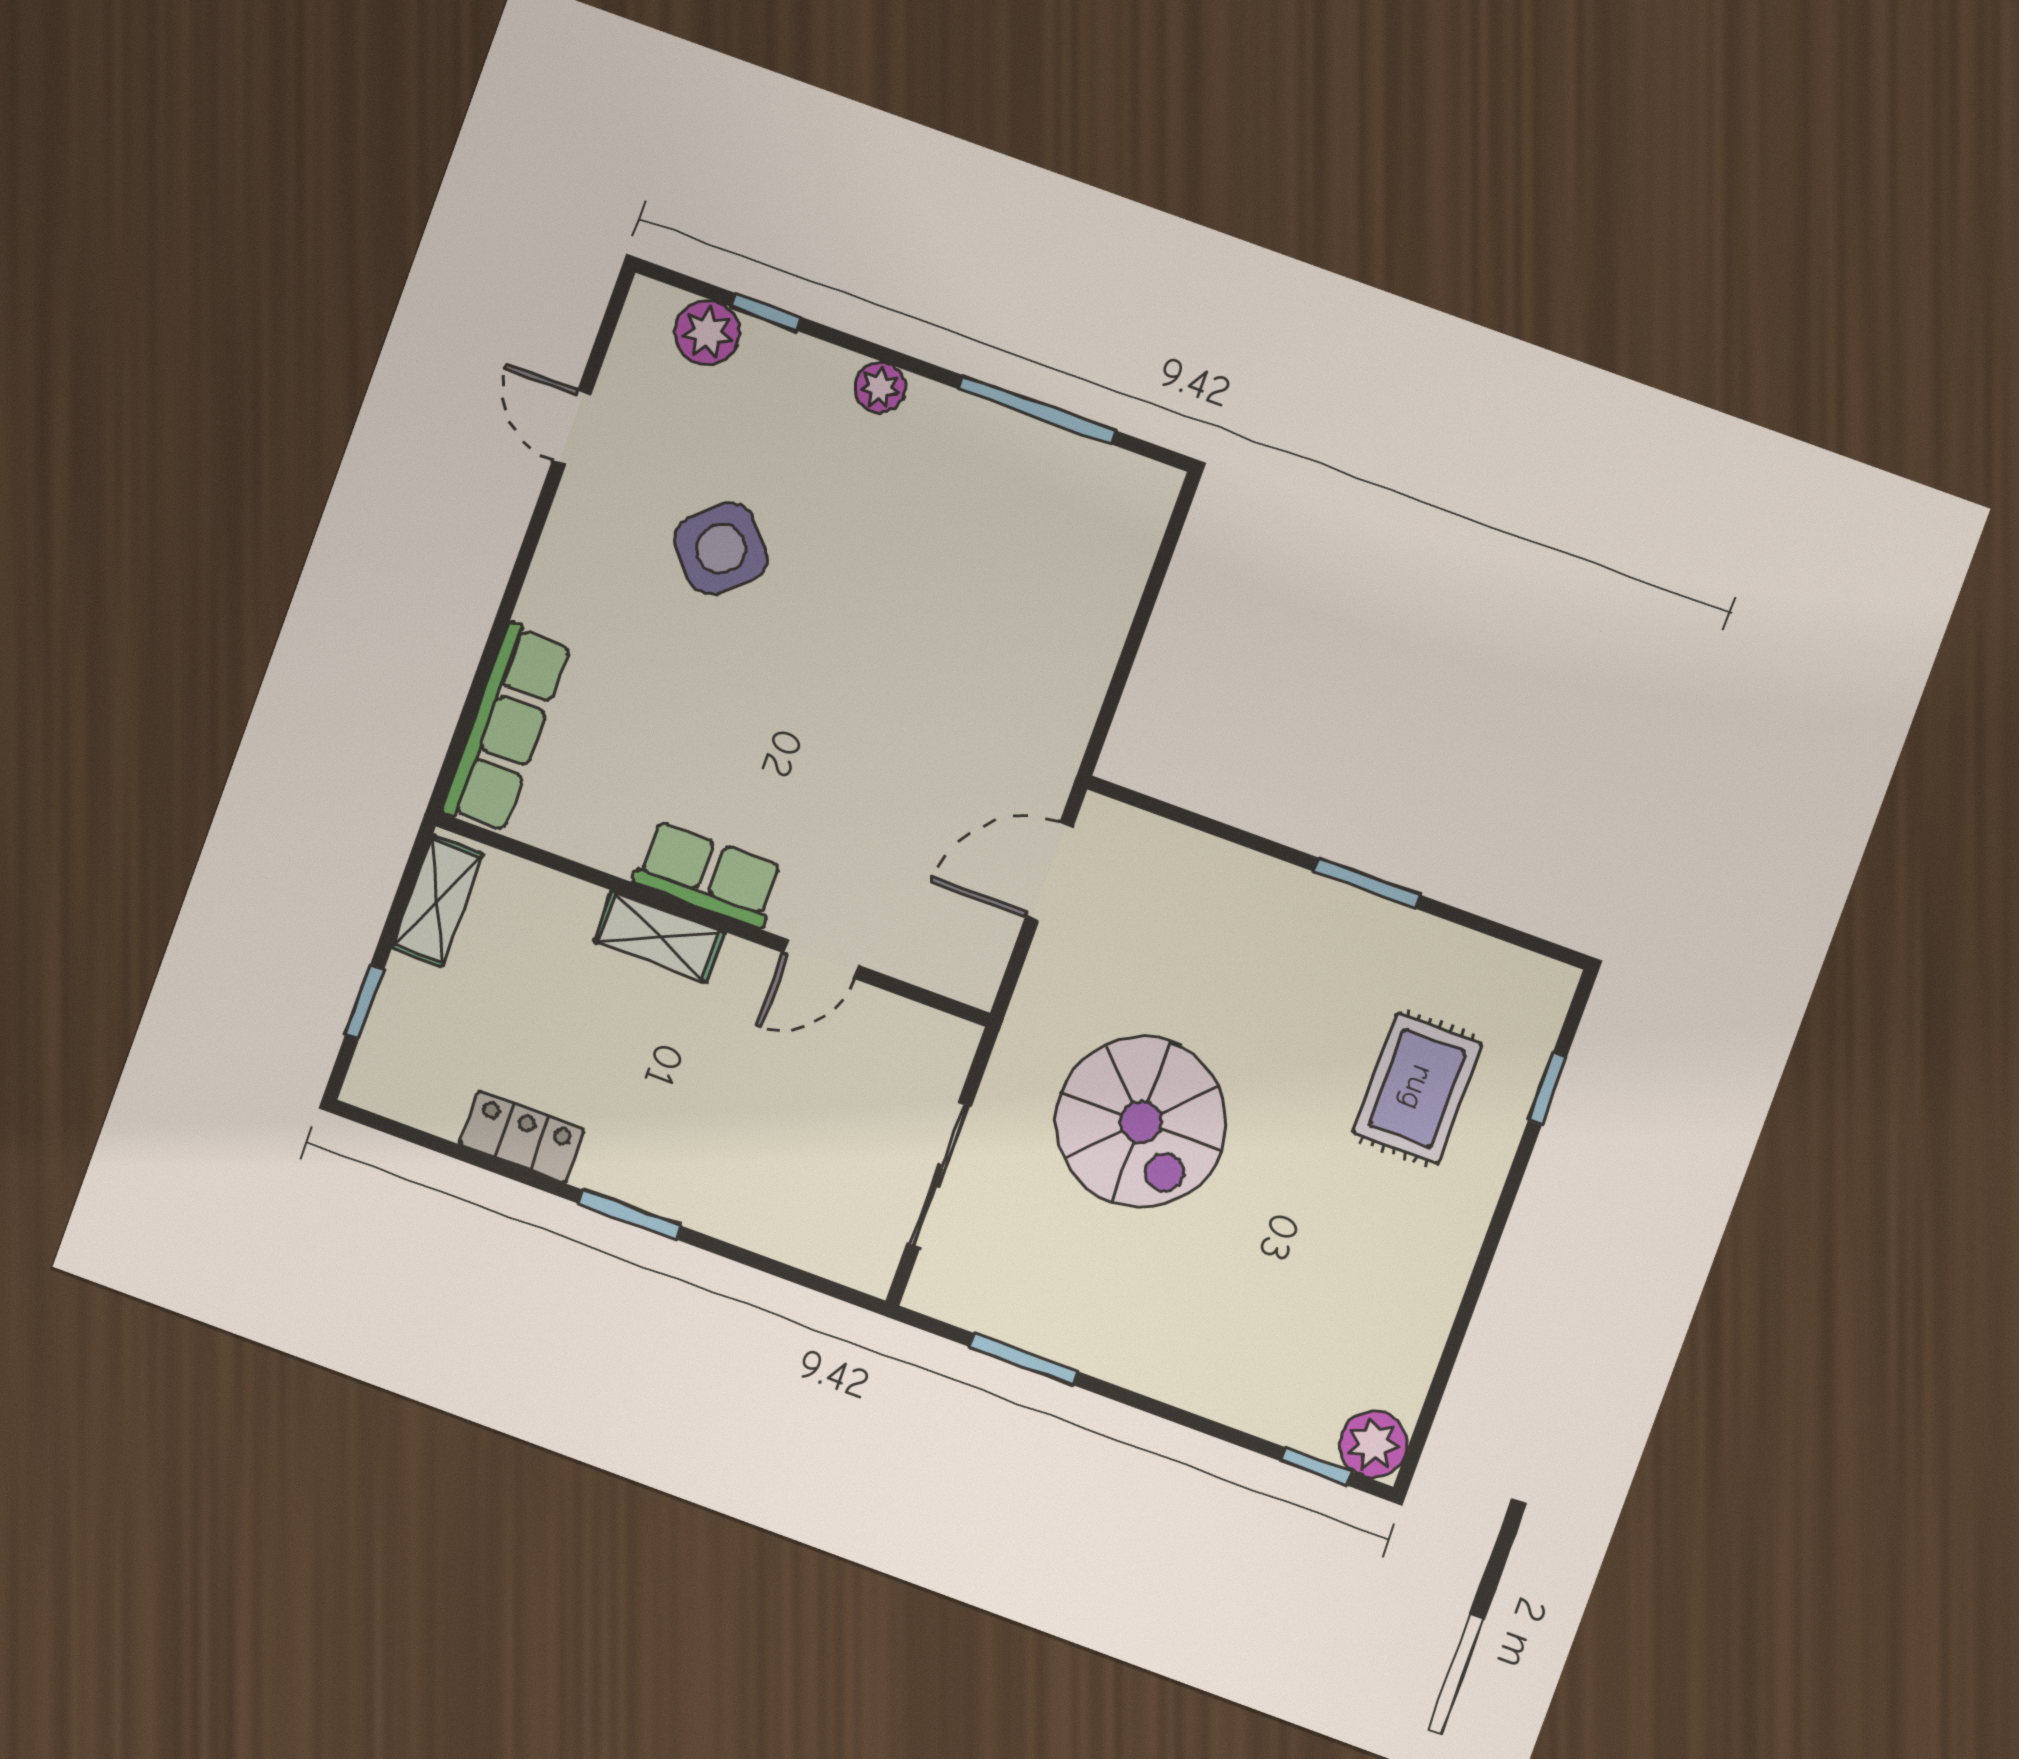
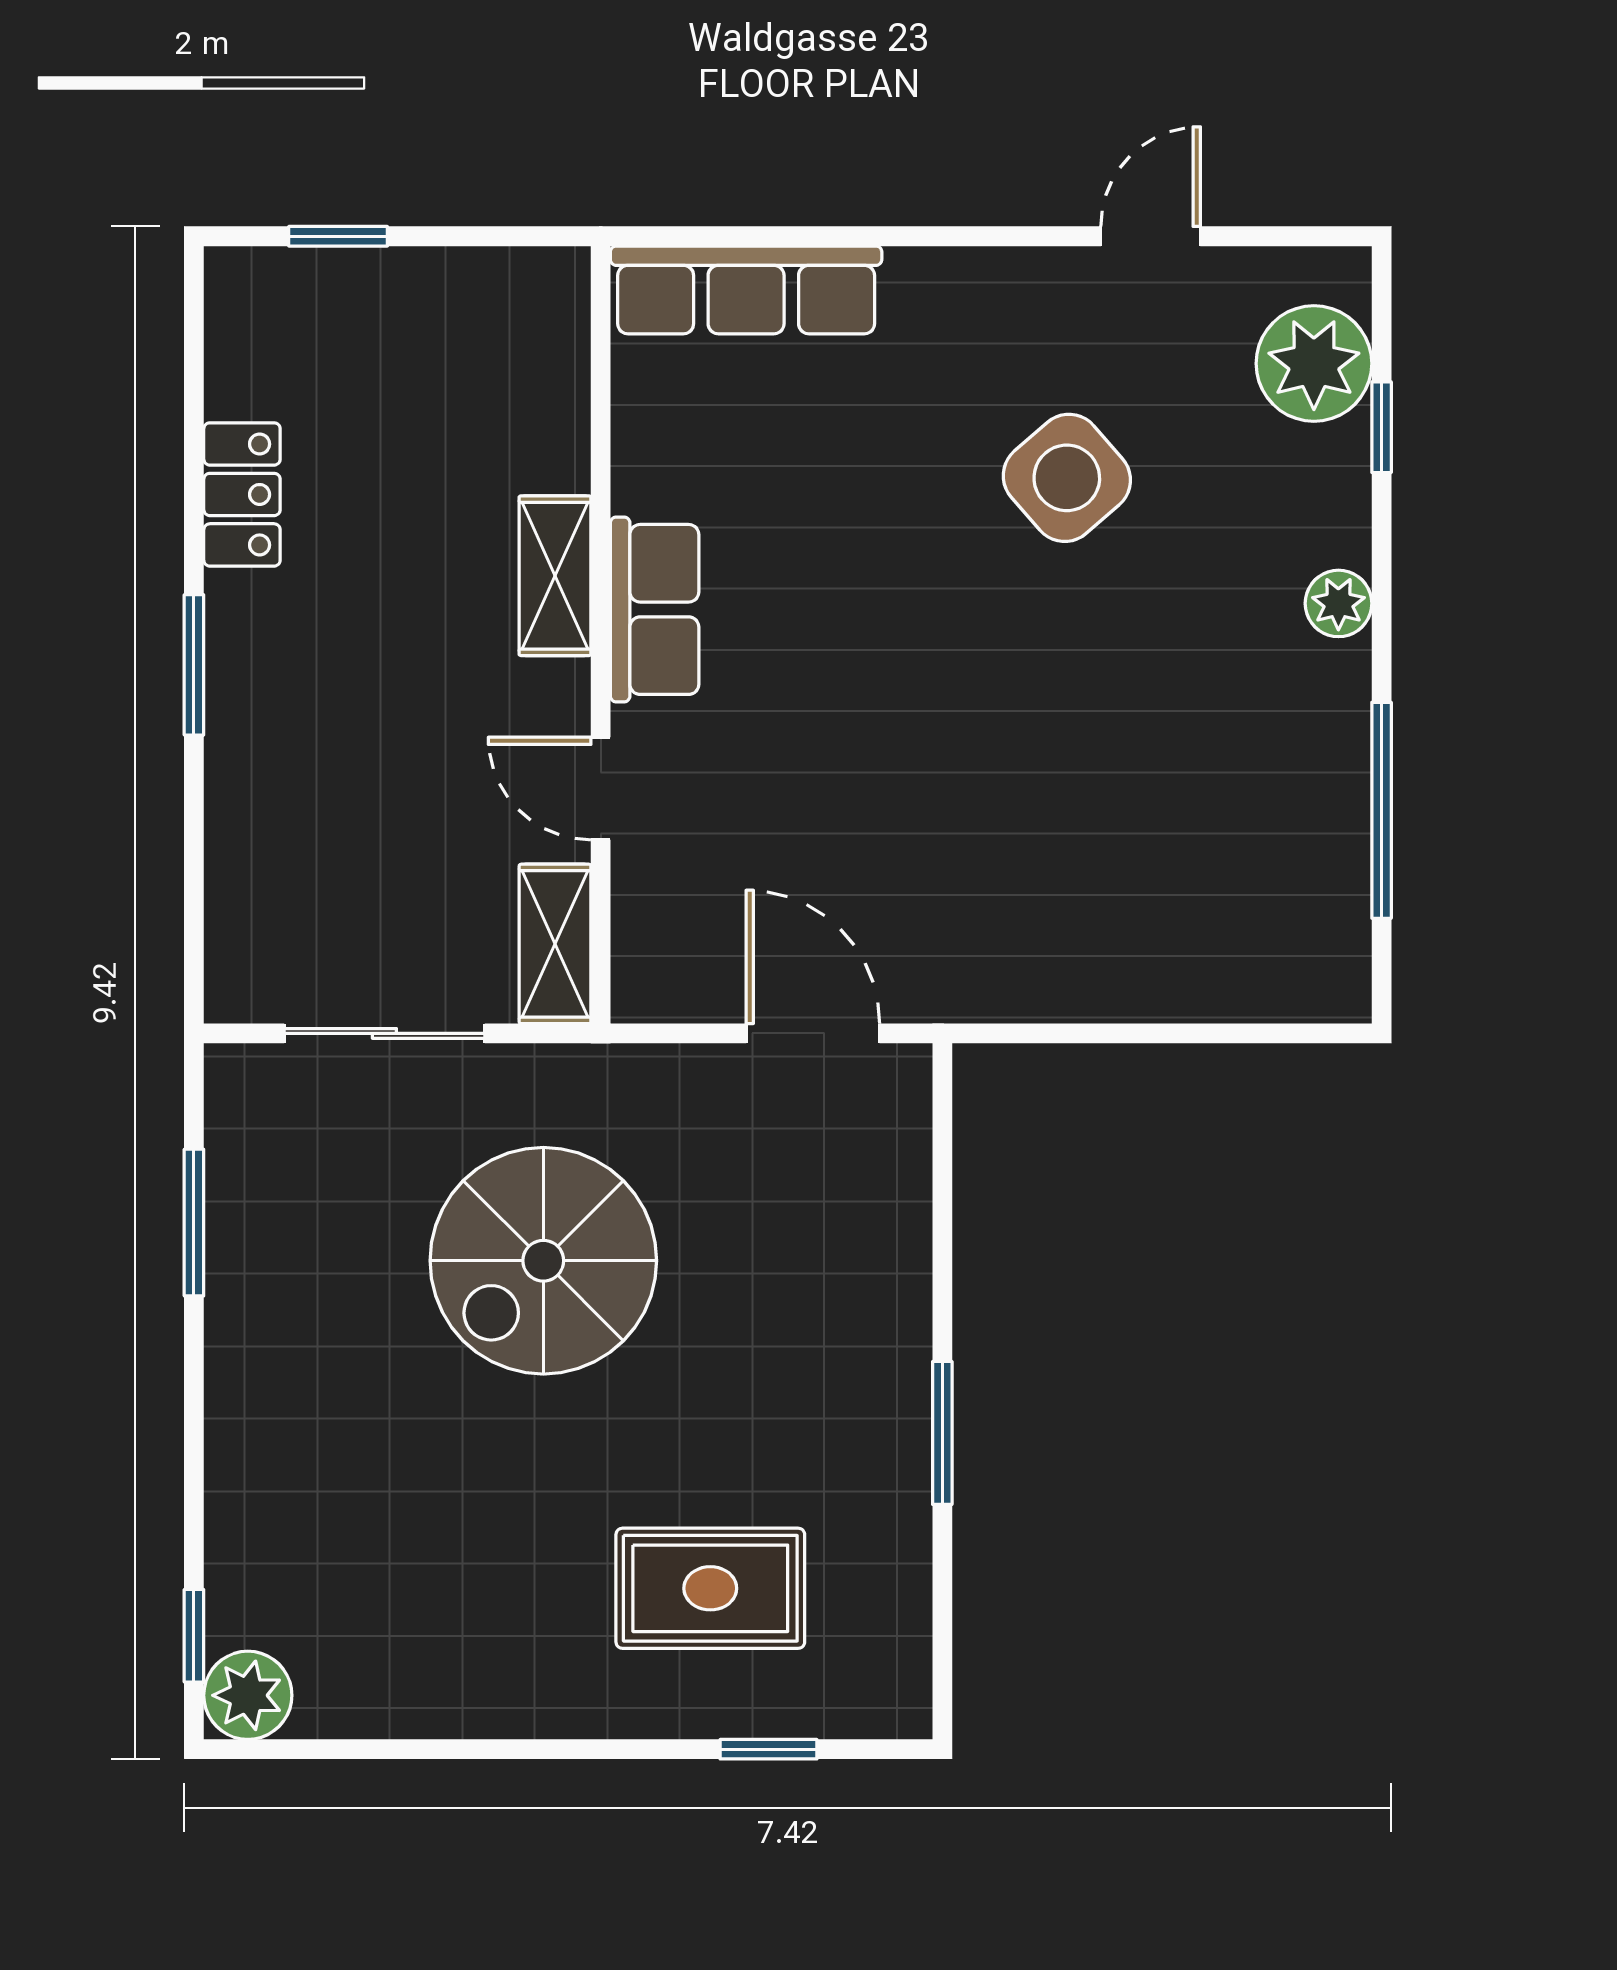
plant: (708, 333) -> (1314, 363), width x1.36, depth x1.36
shelving: (437, 901) -> (555, 944), moved, turned 90

